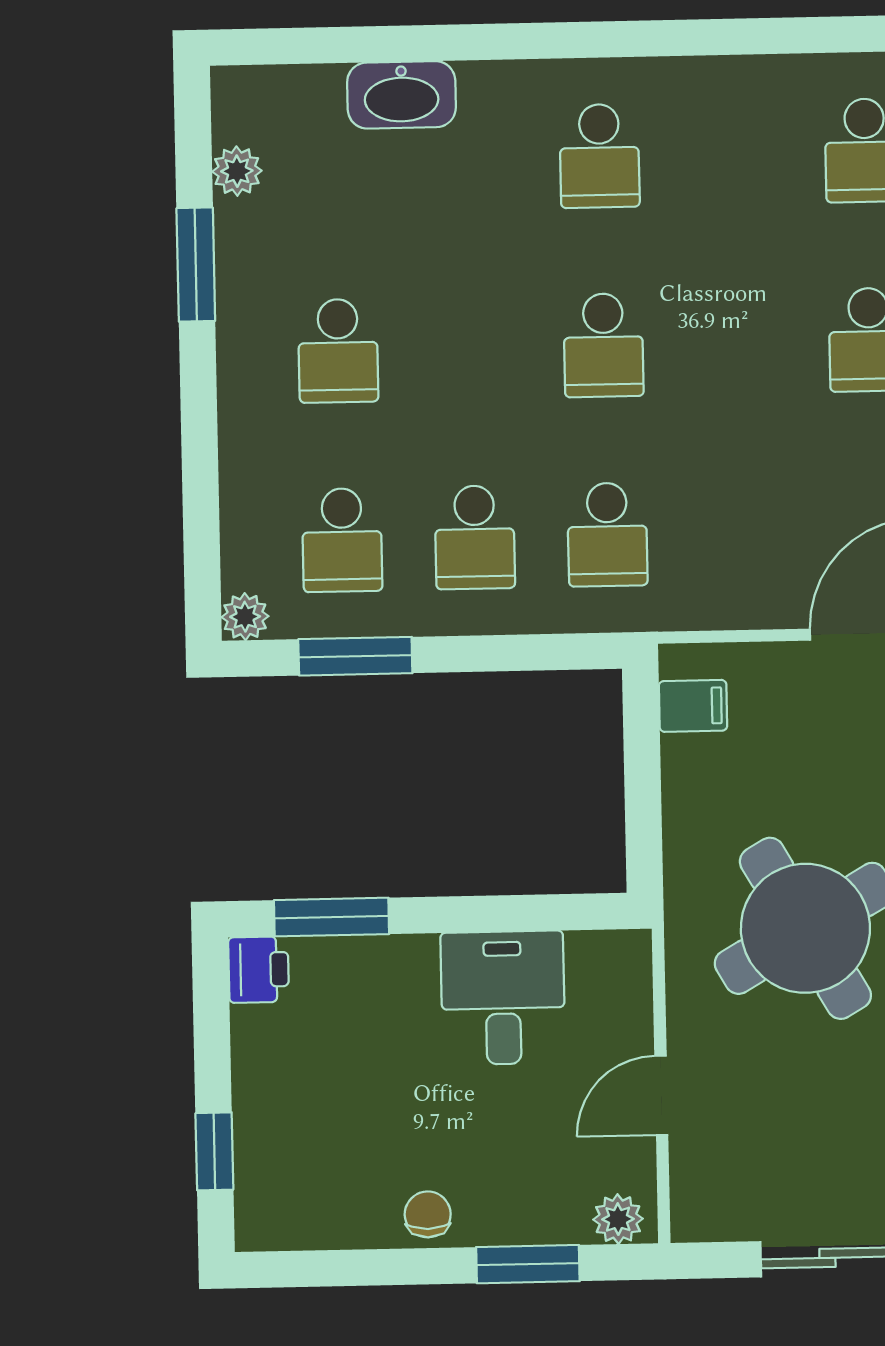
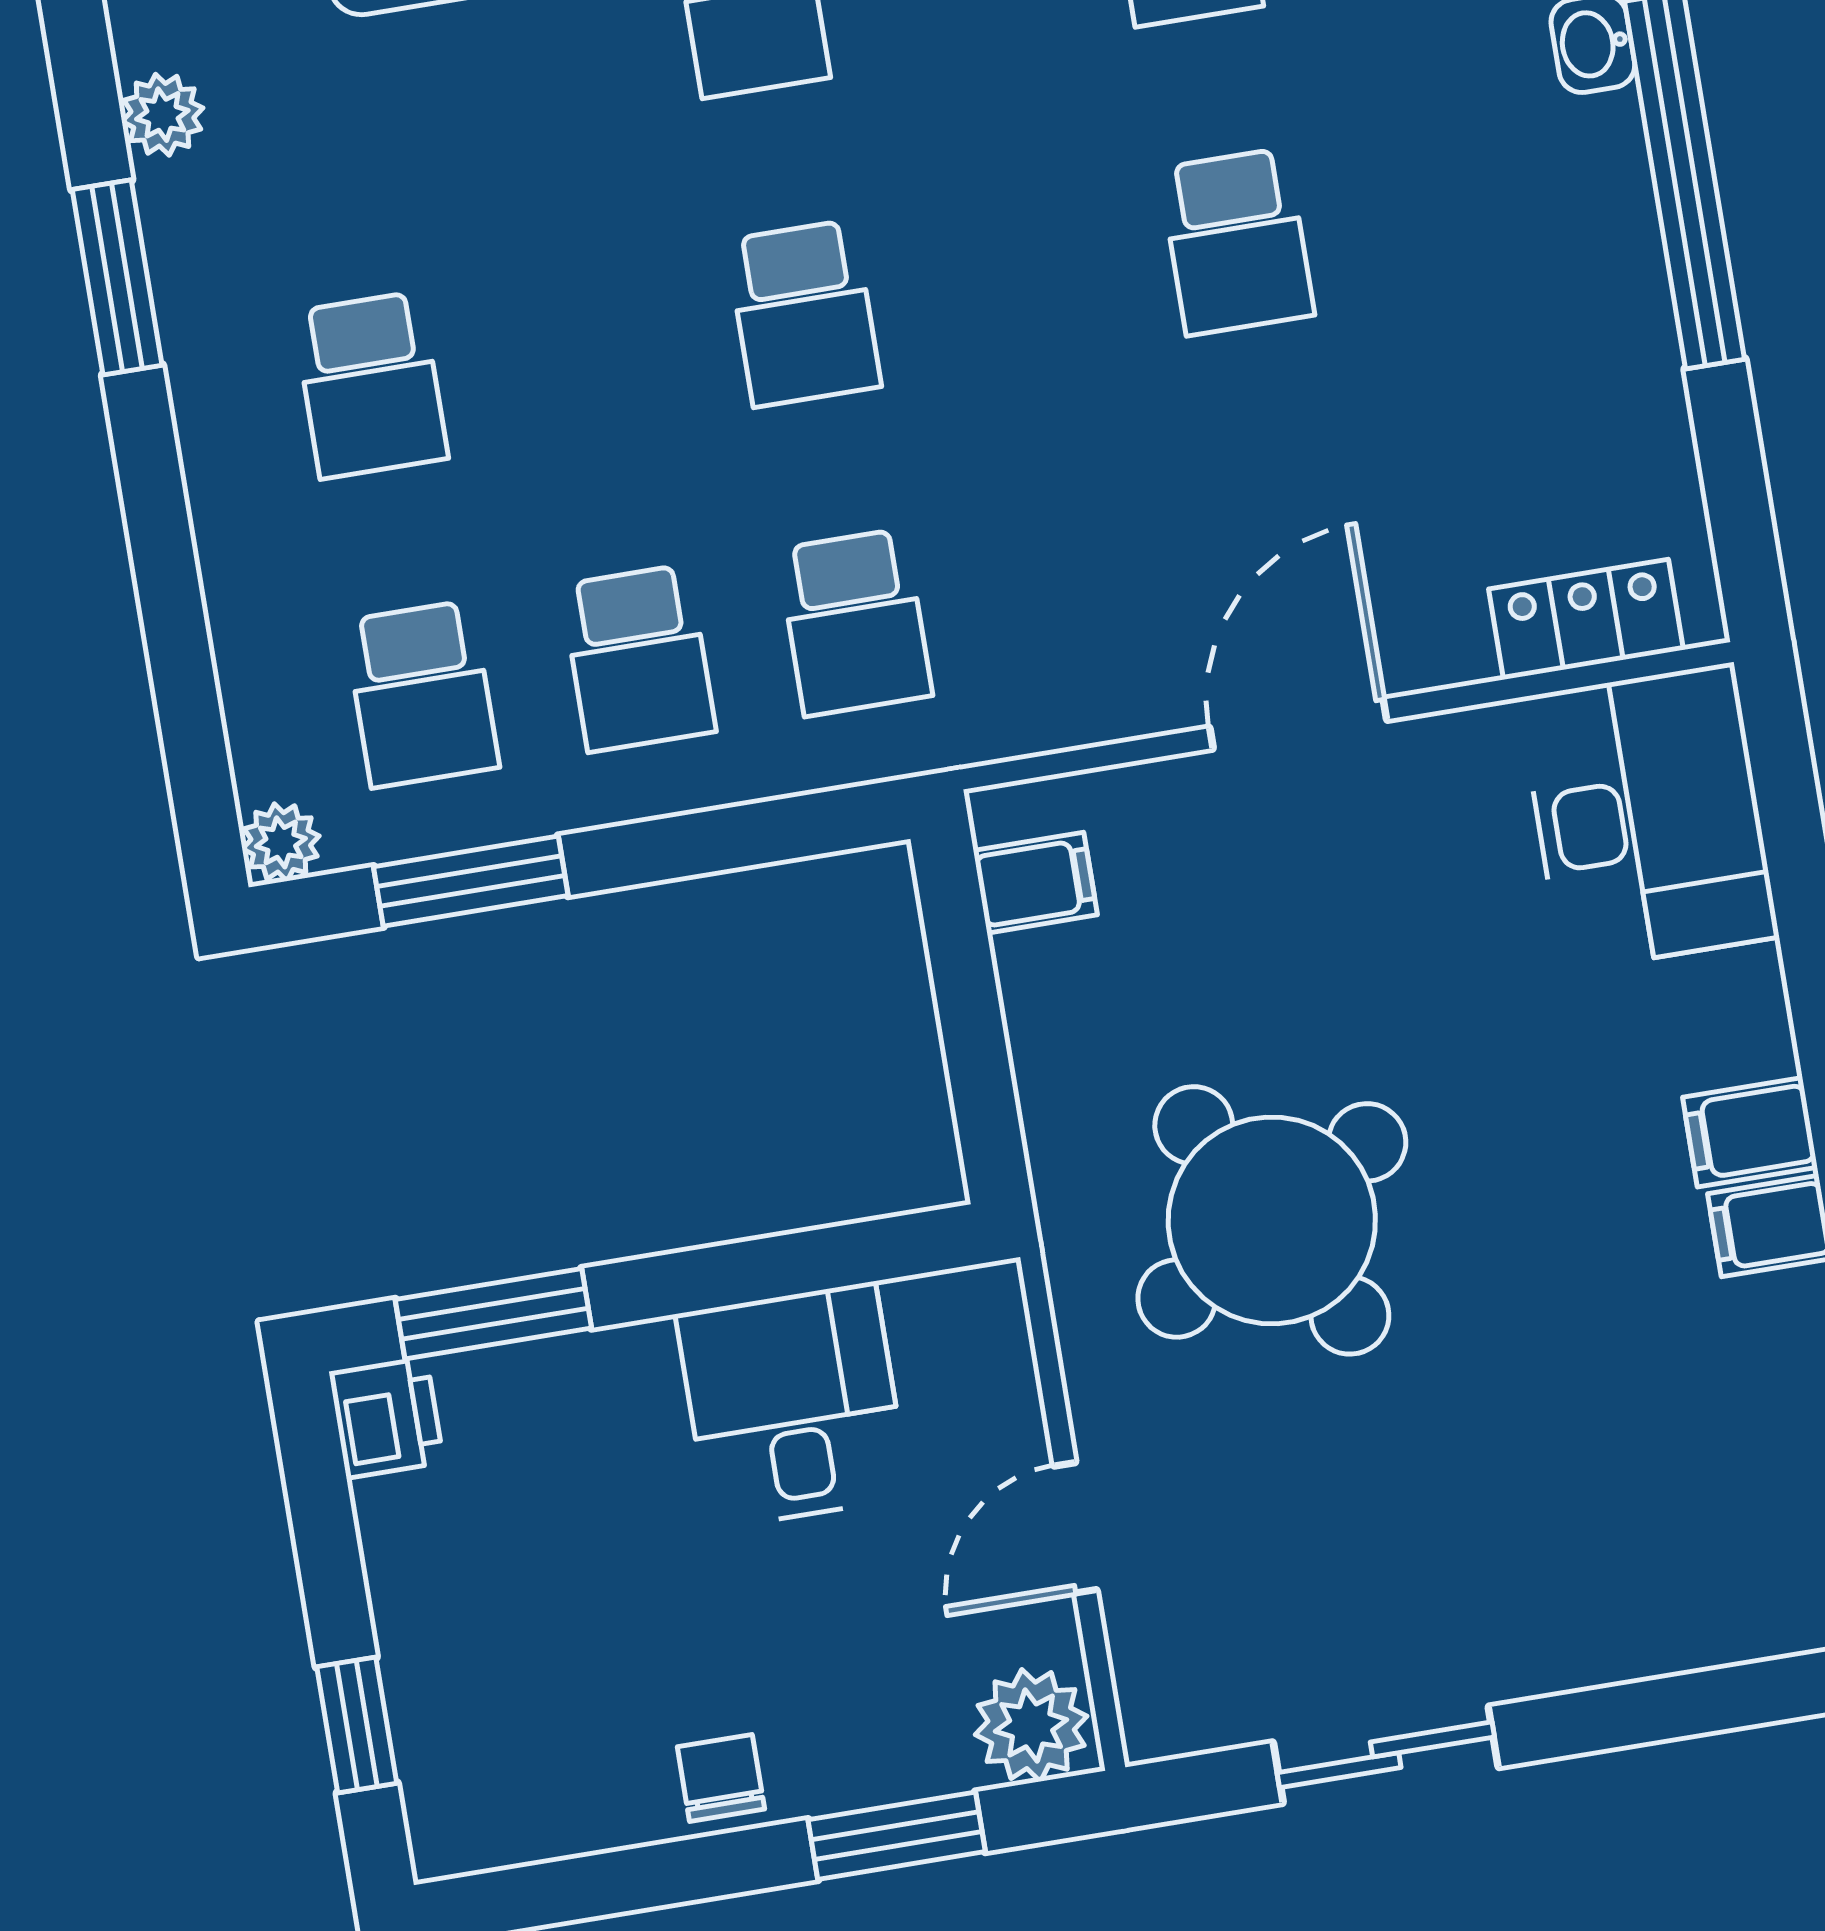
plant: (618, 1219) -> (1031, 1725), width x1.38, depth x1.38

